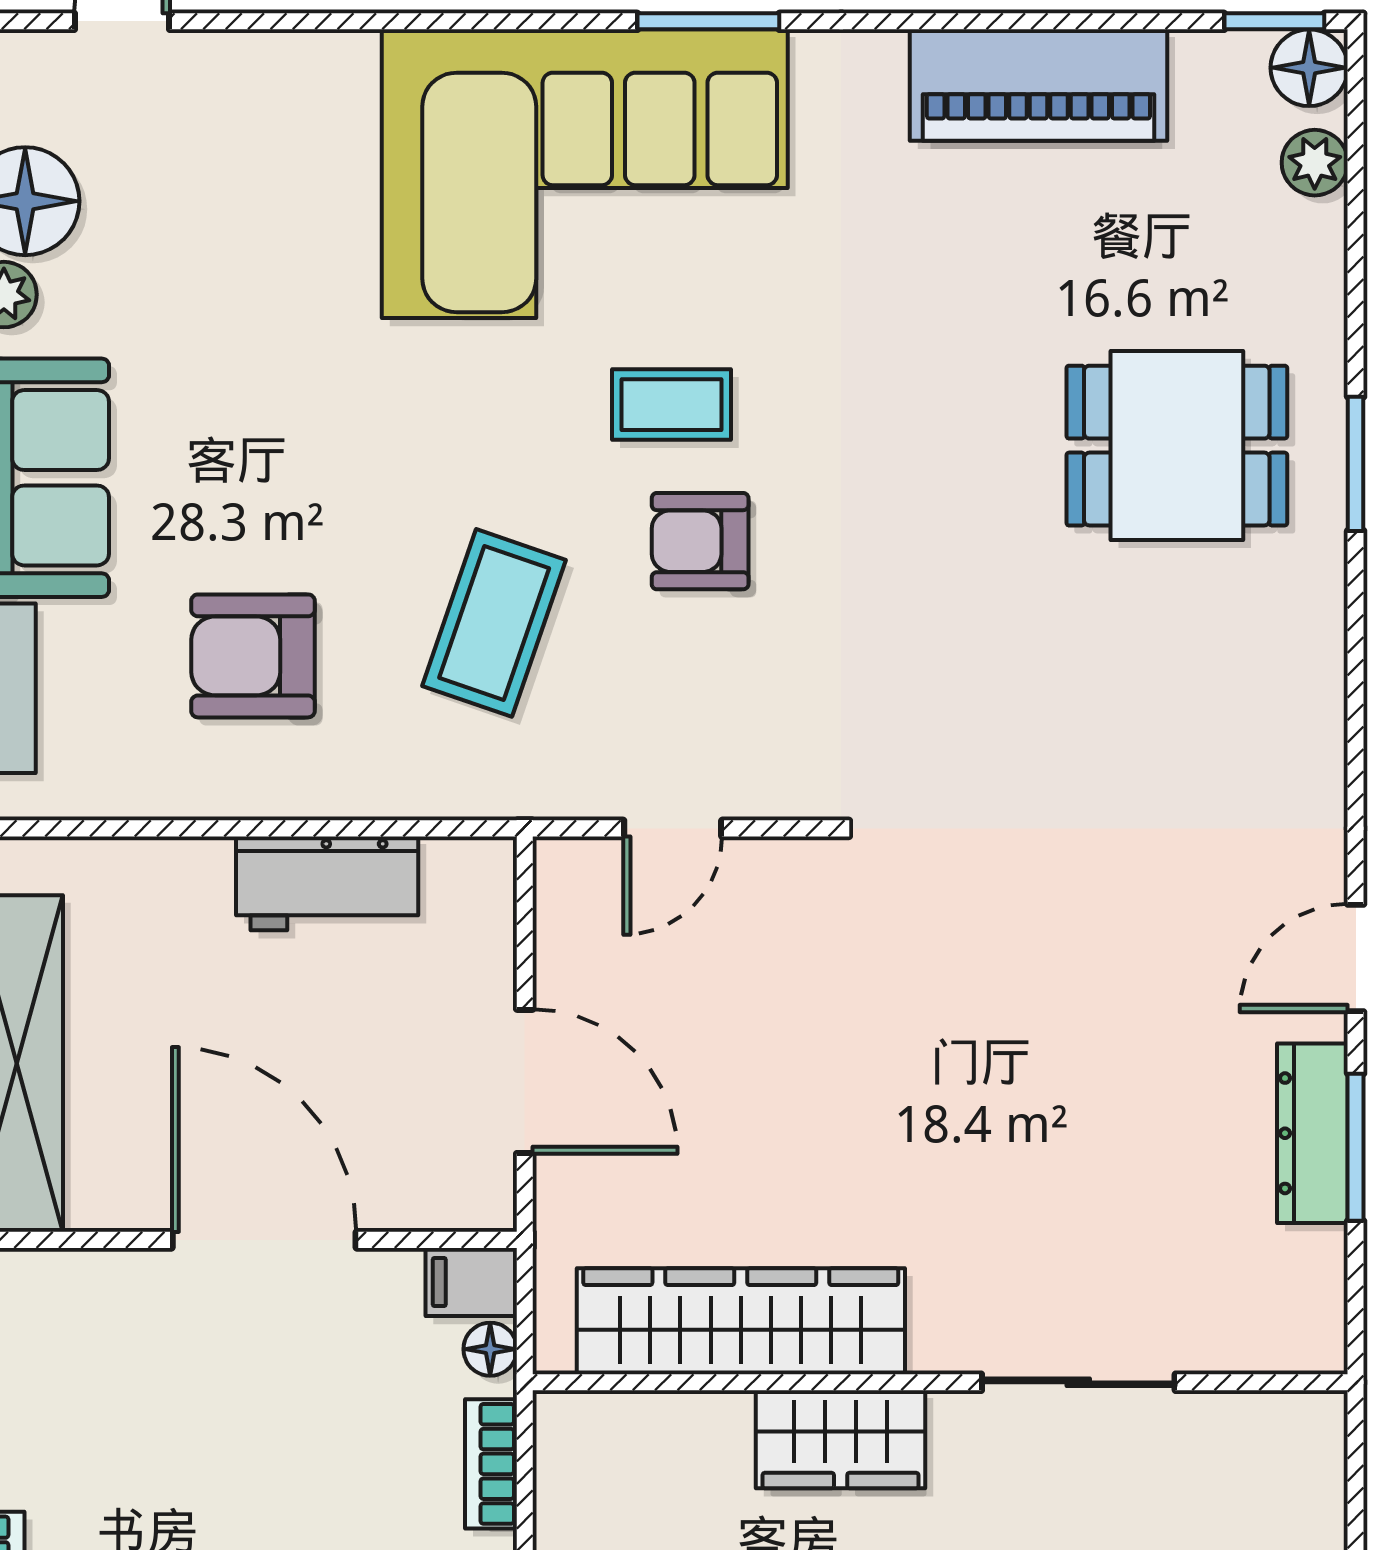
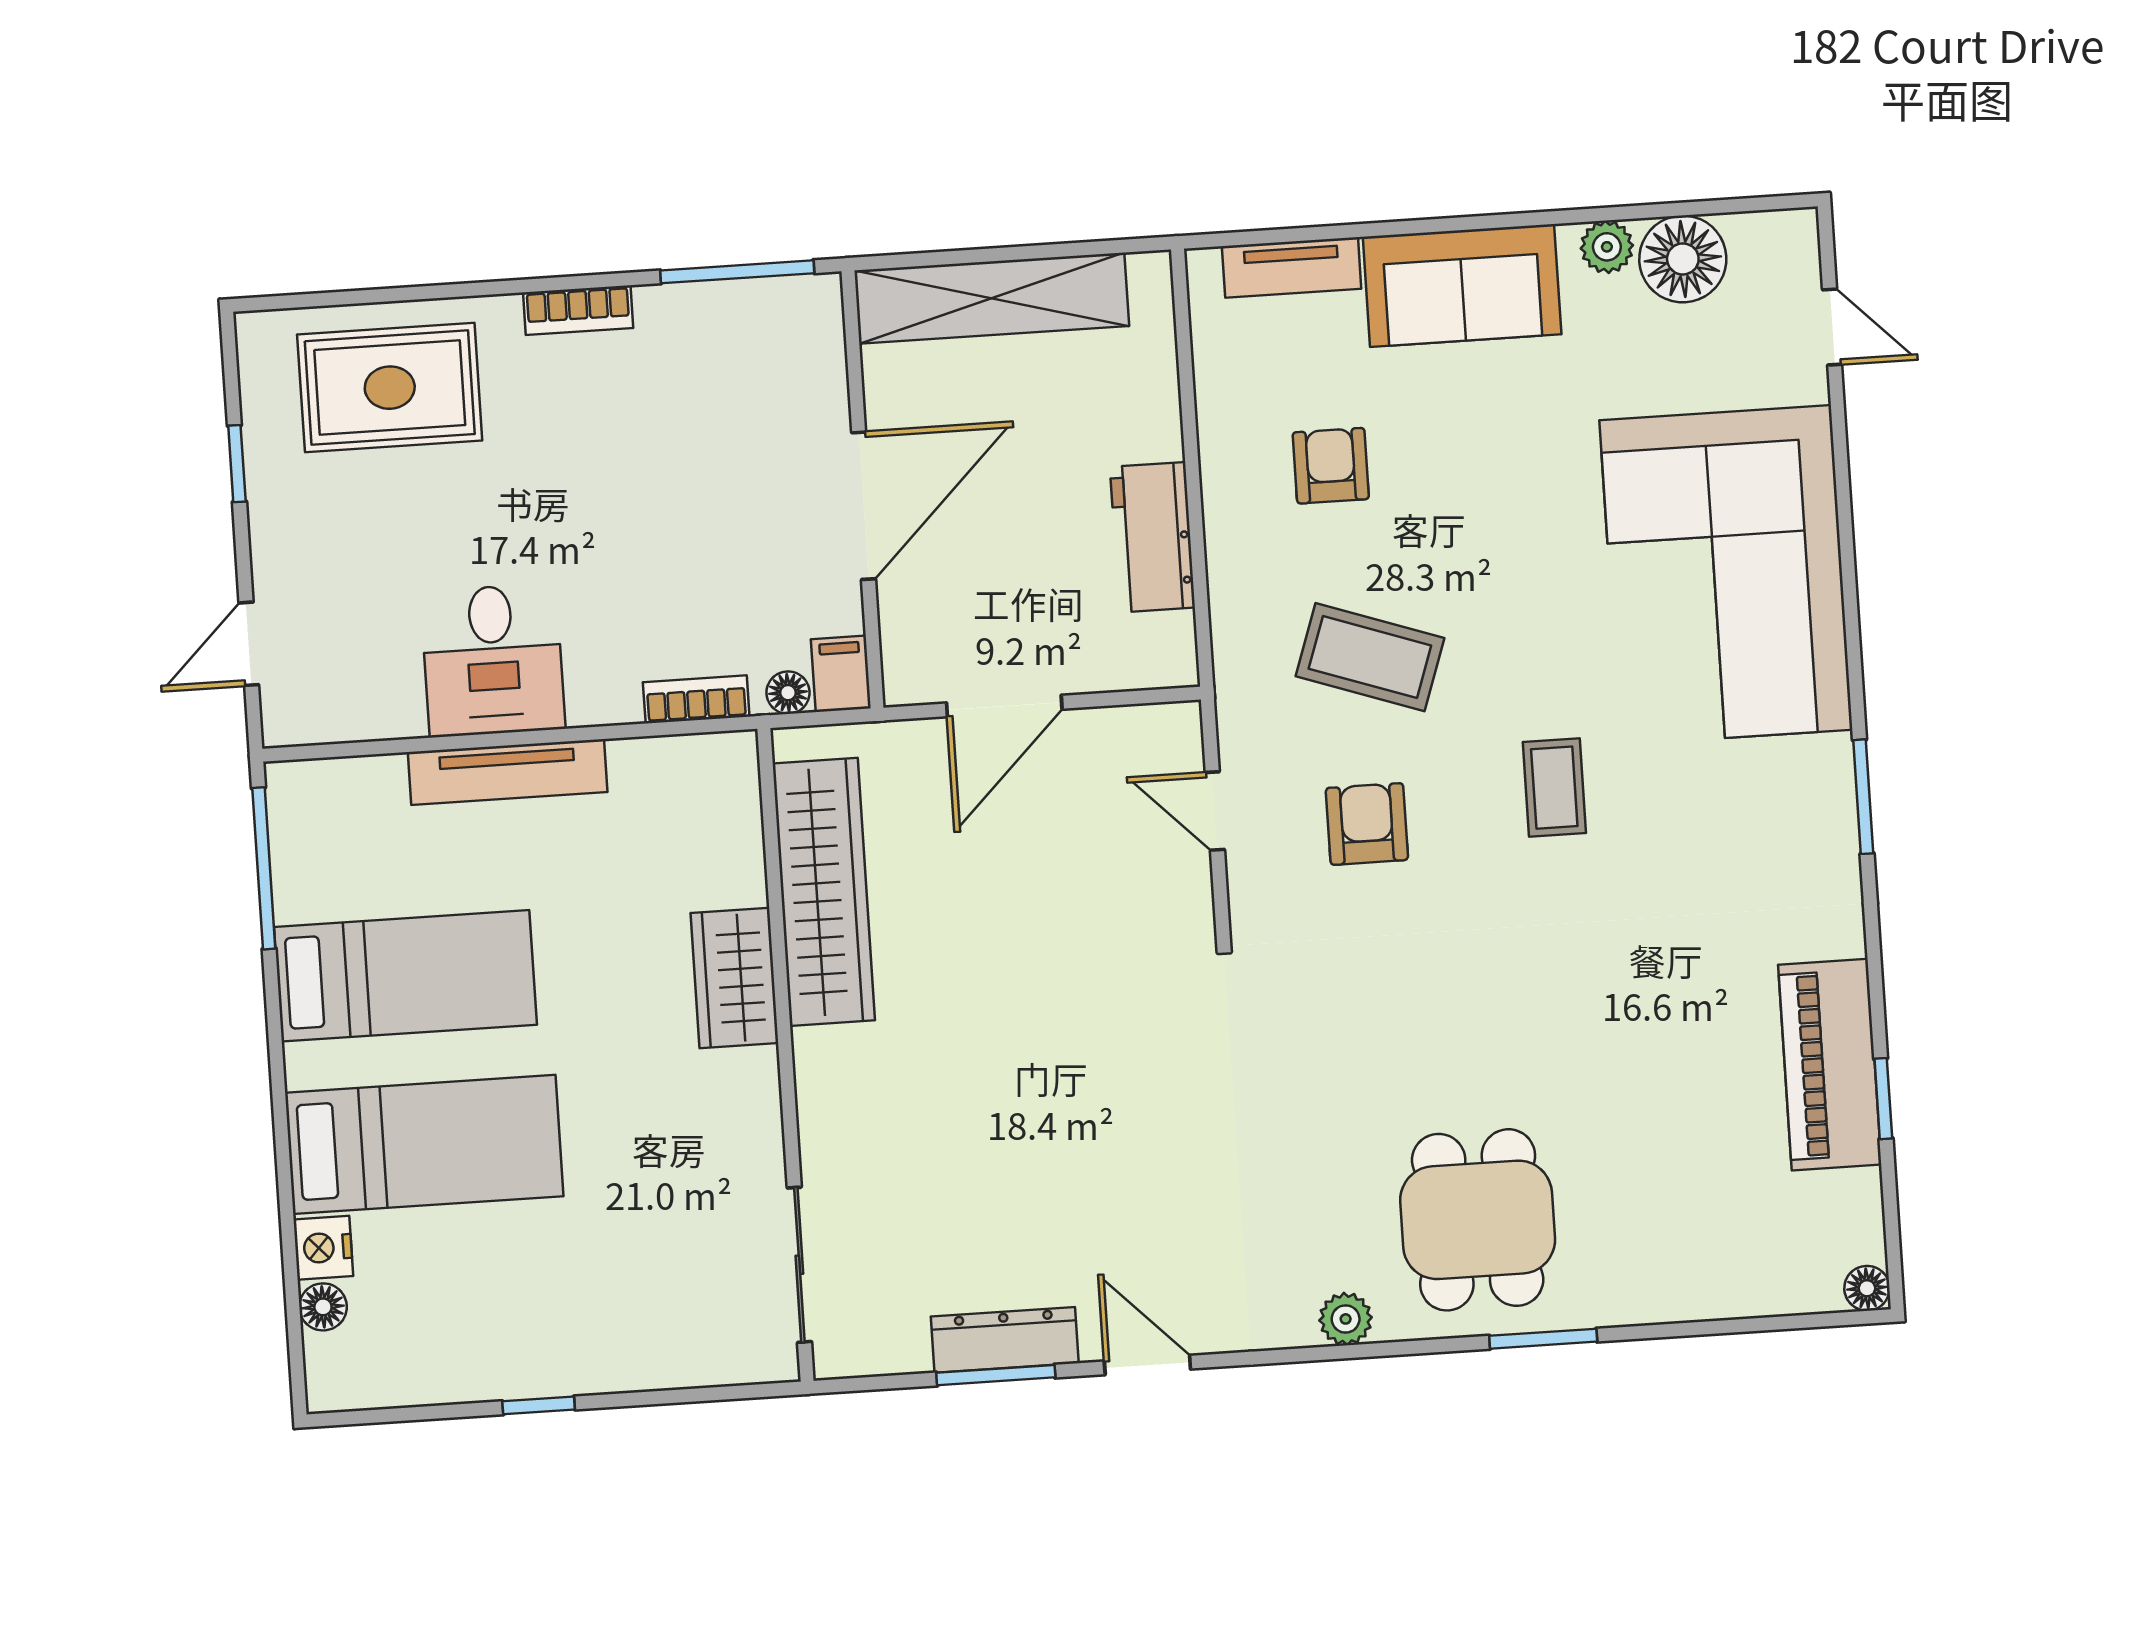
window: (1274, 21) -> (1883, 1099), moved
floor lamp: (1309, 68) -> (1867, 1288), width x0.73, depth x0.73
plant: (1315, 163) -> (1346, 1319), moved
corner sofa: (585, 174) -> (1726, 575), moved
dining table: (1177, 446) -> (1478, 1220), moved
armchair: (700, 541) -> (1367, 824), moved
armchair: (253, 656) -> (1331, 466), width x0.72, depth x0.72
sliding door: (1078, 1382) -> (799, 1265), moved

